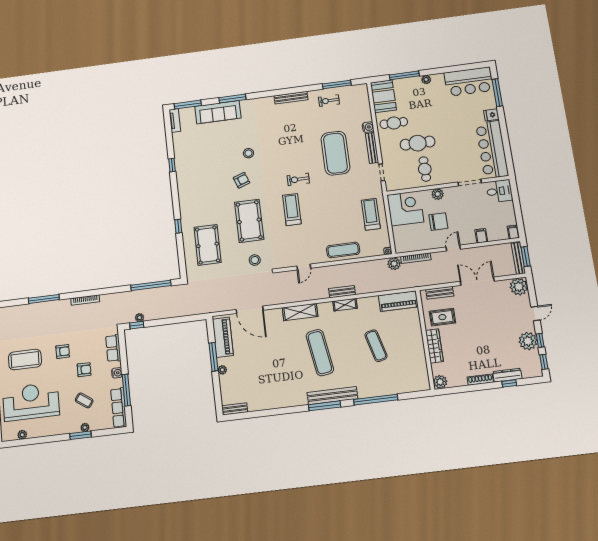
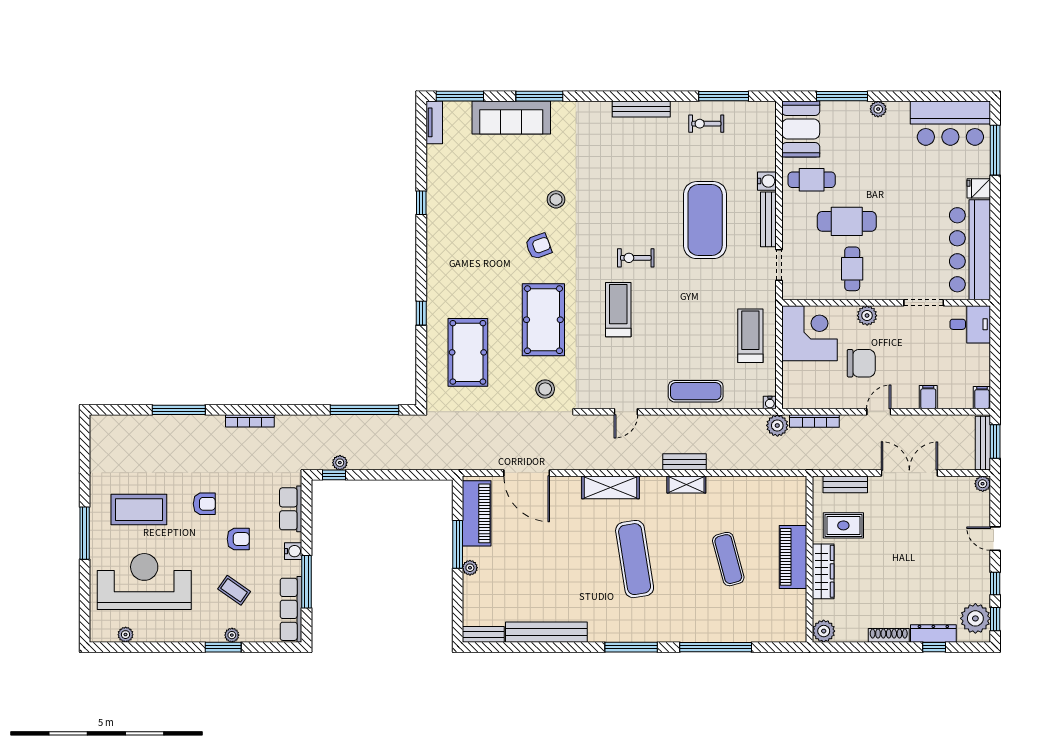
plant: (519, 287) -> (983, 484), width x0.53, depth x0.53
piano: (398, 301) -> (793, 557), moved, turned 90
door: (536, 314) -> (995, 539), swing flipped
plant: (528, 341) -> (975, 618), moved
bench: (332, 396) -> (546, 632), moved

